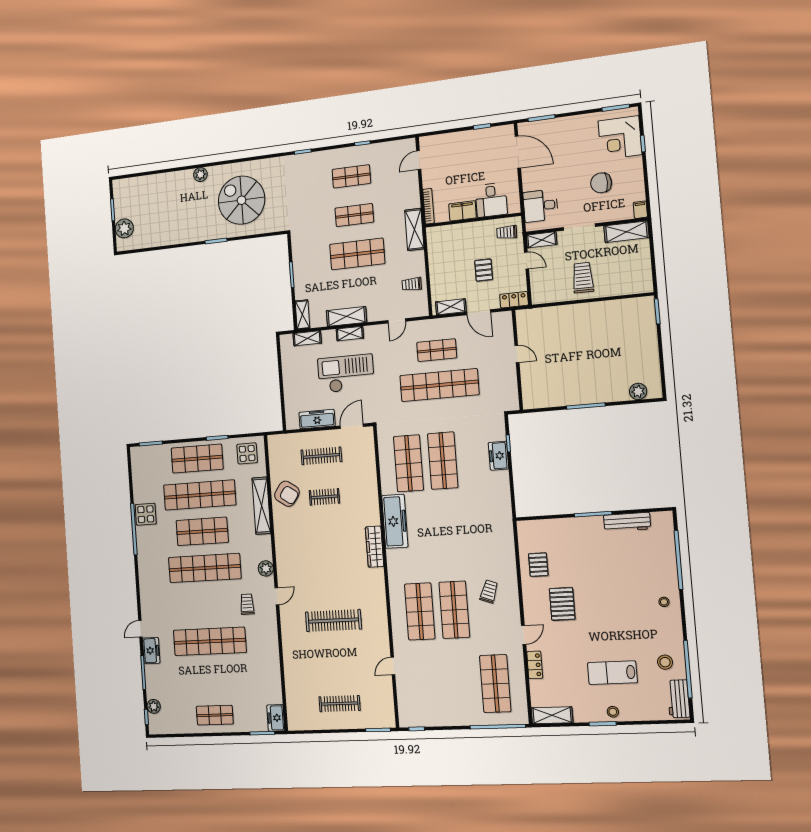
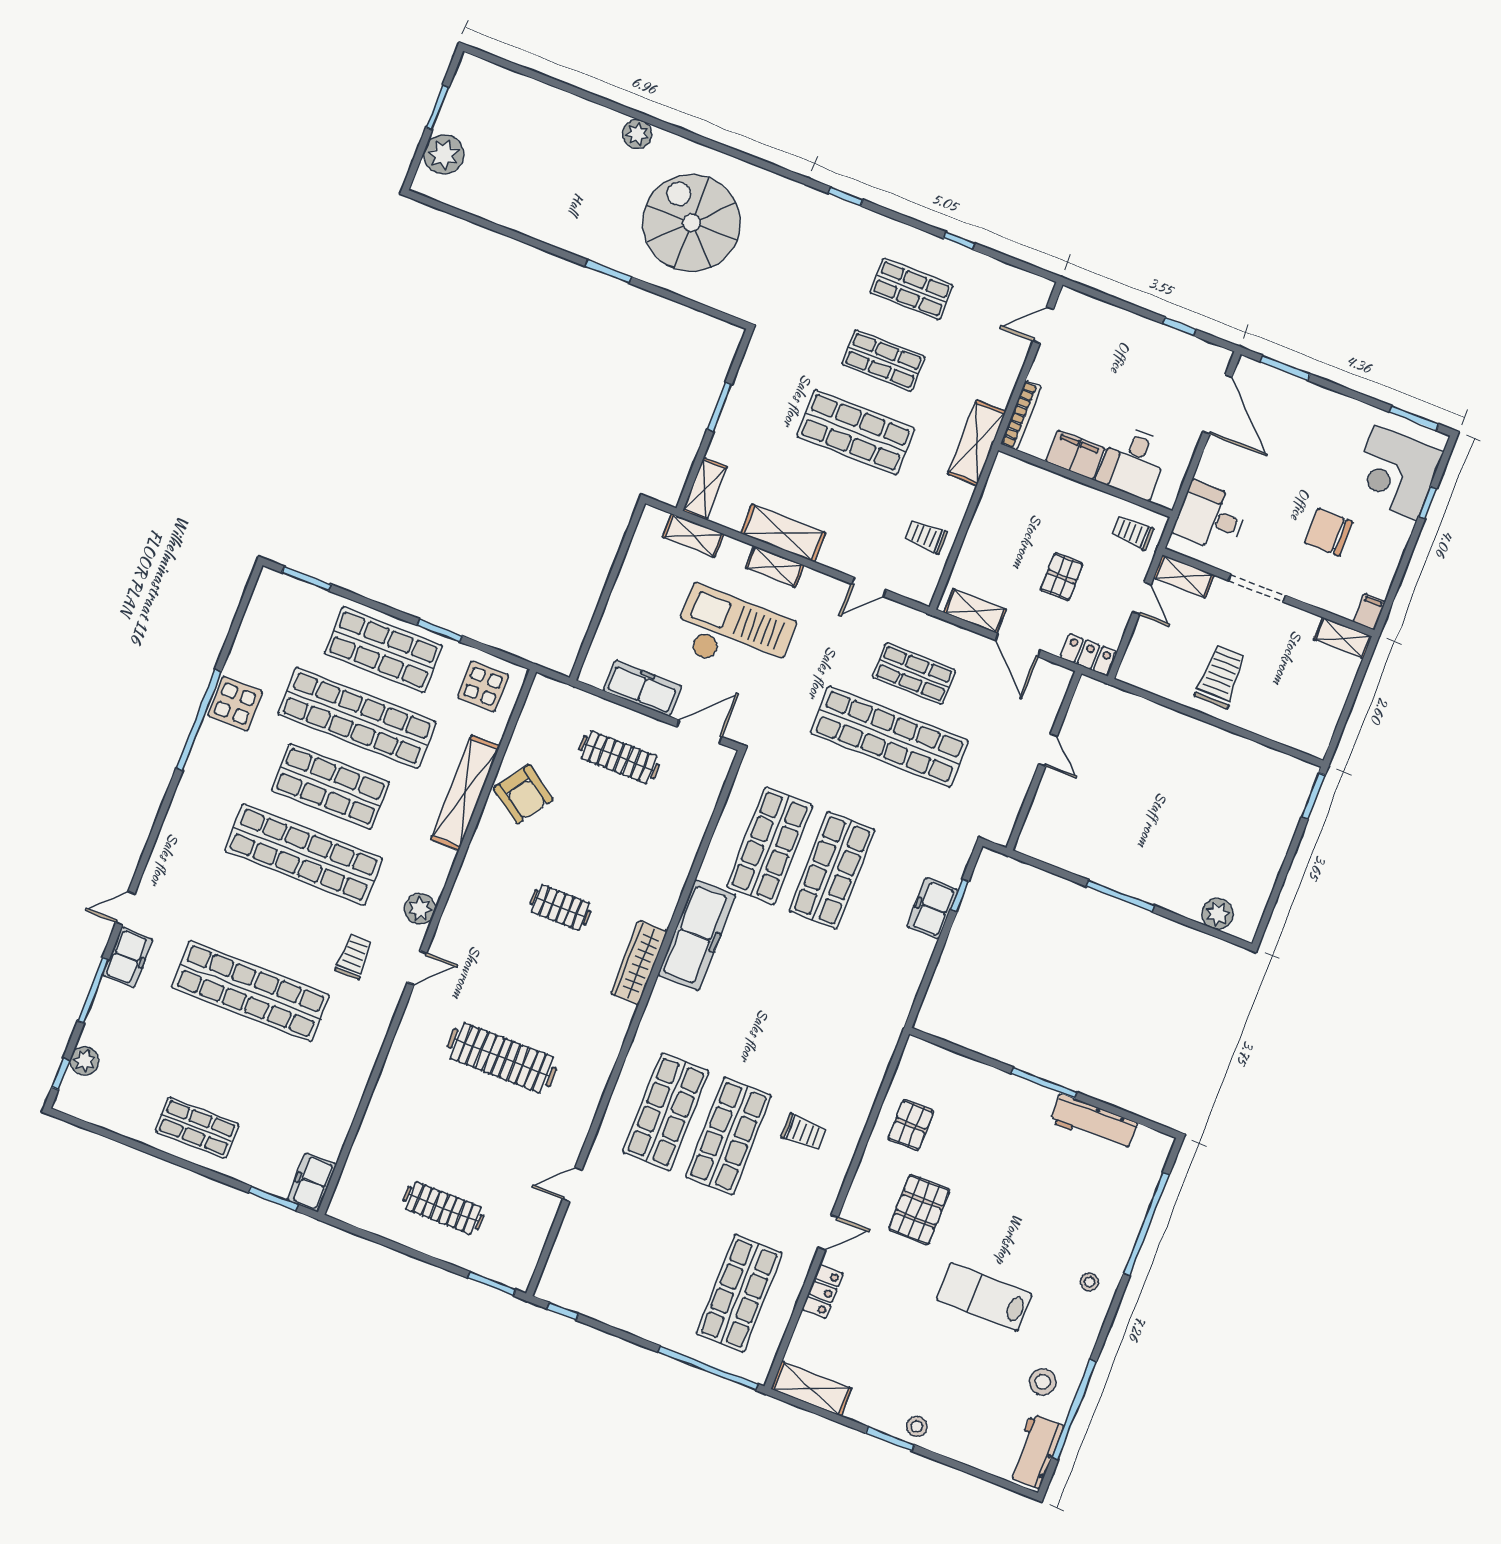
shelving: (626, 232) -> (1343, 638), width x0.67, depth x0.75
clothes rail: (324, 497) -> (560, 907), moved
trolley: (489, 592) -> (804, 1132), turned 70
lab bench: (612, 673) -> (984, 1297), moved

